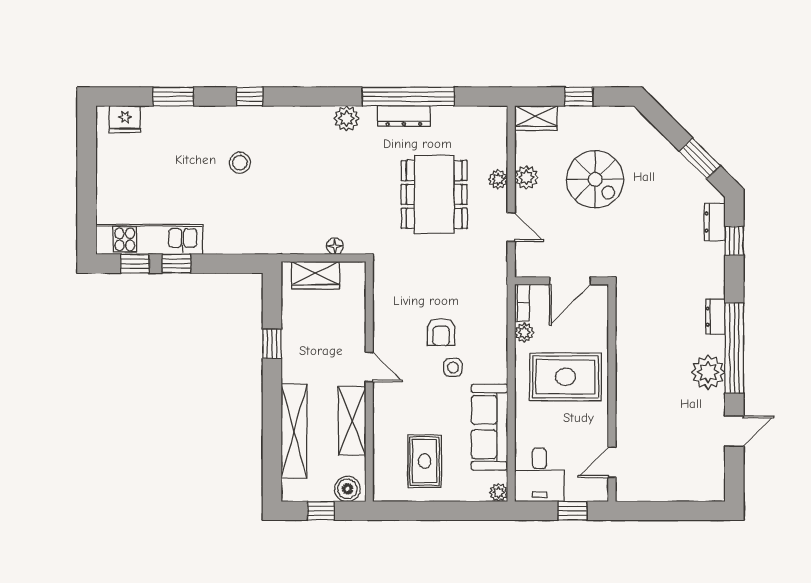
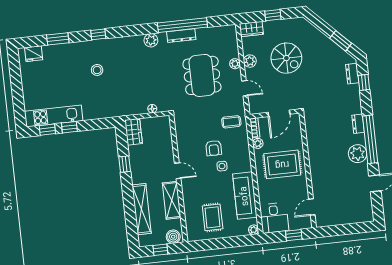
wardrobe: (316, 275) -> (134, 132), moved, turned -90
coffee table: (479, 287) -> (231, 122), added

